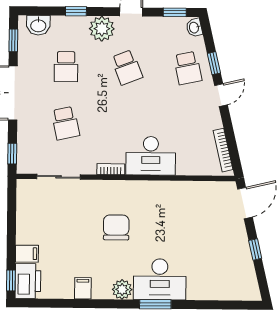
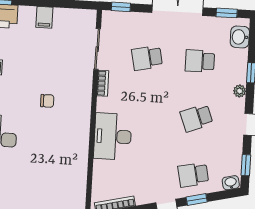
plant: (102, 29) -> (240, 91), width x0.53, depth x0.53
bookcase: (111, 169) -> (103, 83), moved
chair: (116, 227) -> (47, 101), width x0.54, depth x0.54
filing cabinet: (27, 254) -> (44, 17), moved

